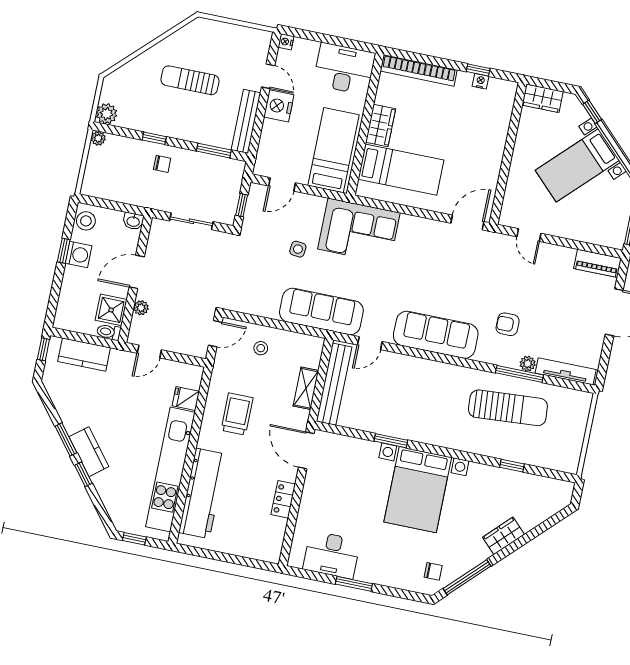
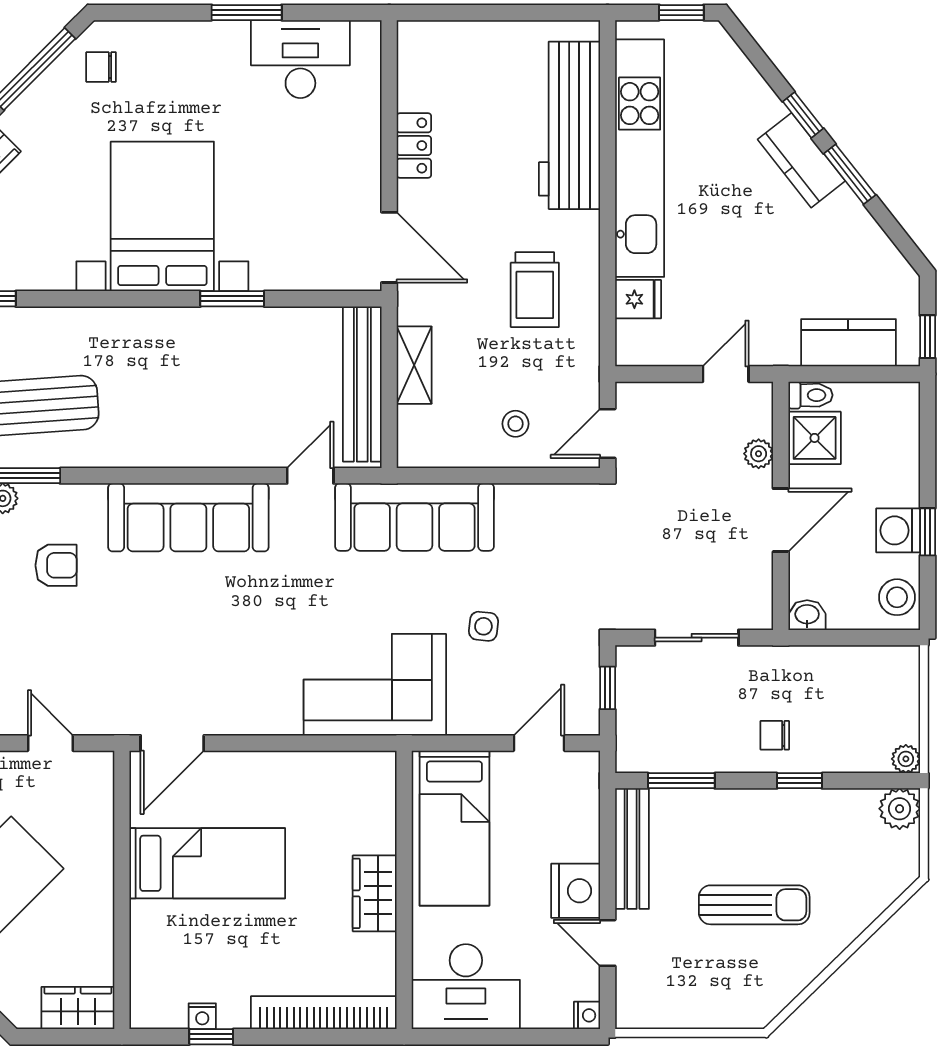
bed: (401, 170) -> (207, 863), moved, turned 180

